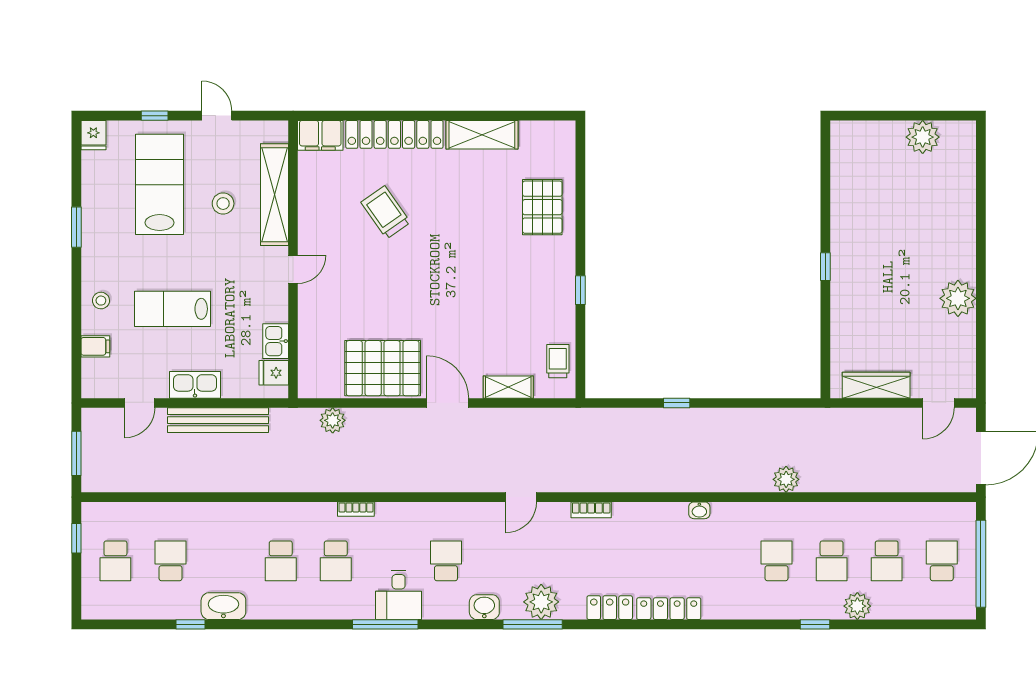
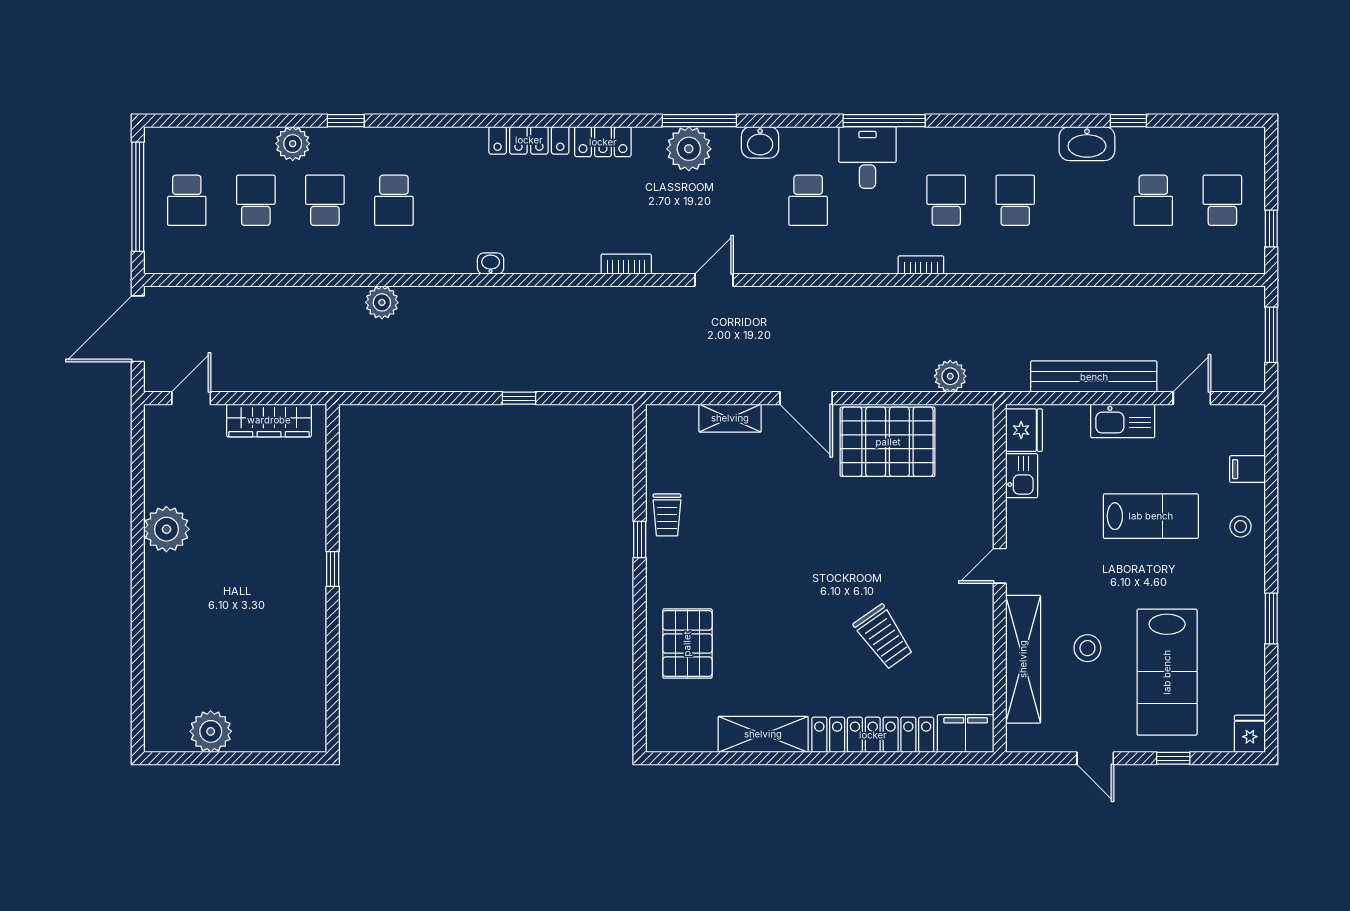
trolley: (558, 361) -> (667, 515), moved
fridge: (274, 373) -> (1024, 430), width x1.38

